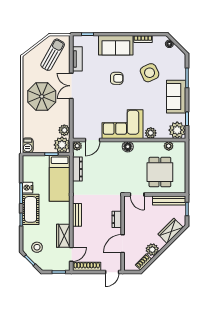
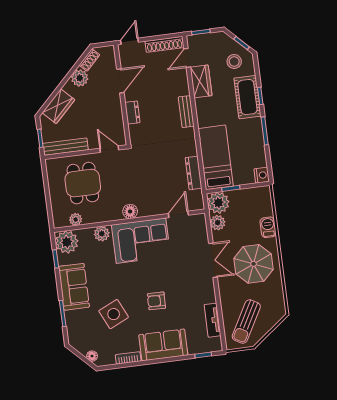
double door: (71, 86) -> (213, 260), moved
barbecue: (28, 145) -> (268, 227), moved
plant: (77, 146) -> (198, 204), removed
nightstand: (27, 188) -> (262, 175), moved
cot: (31, 209) -> (247, 97), moved

